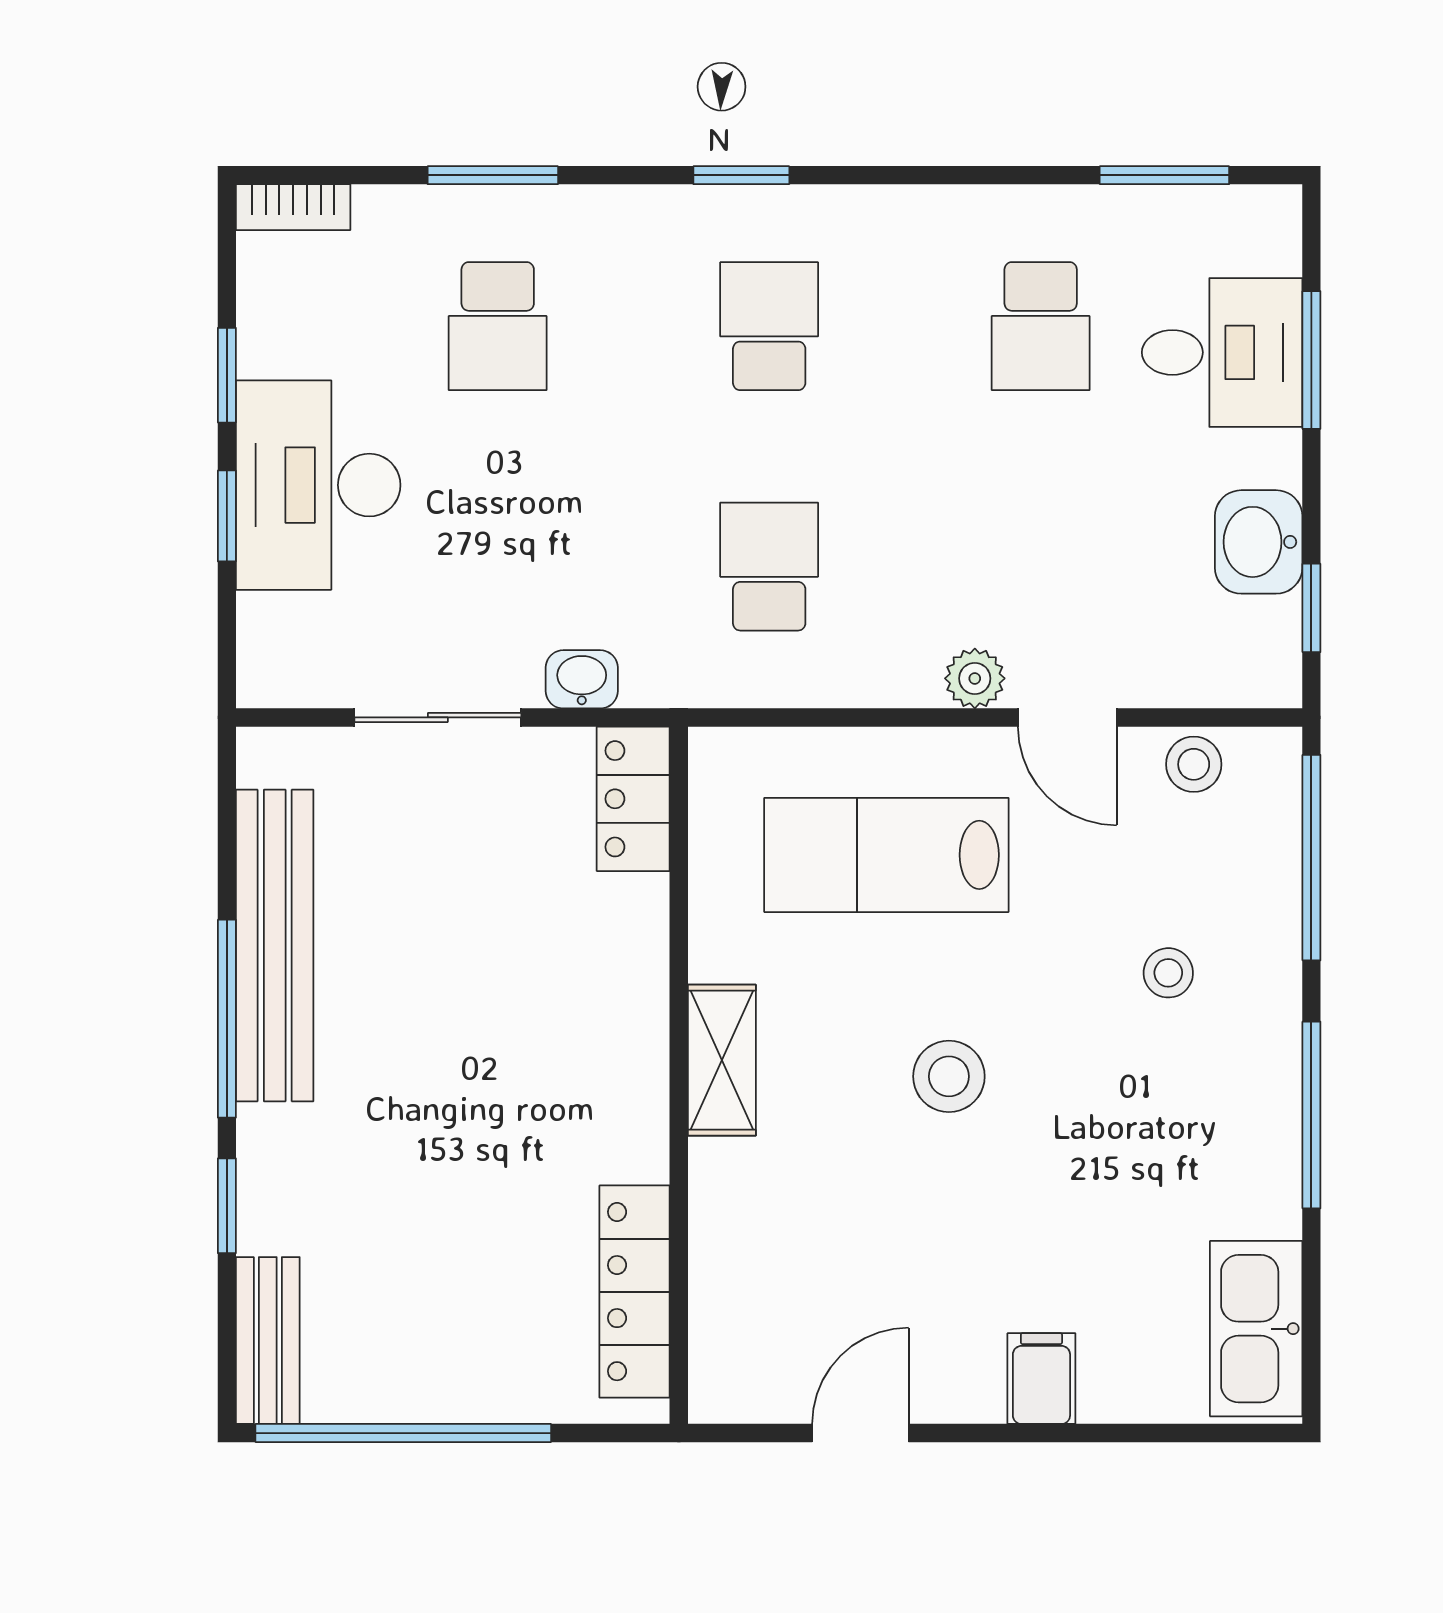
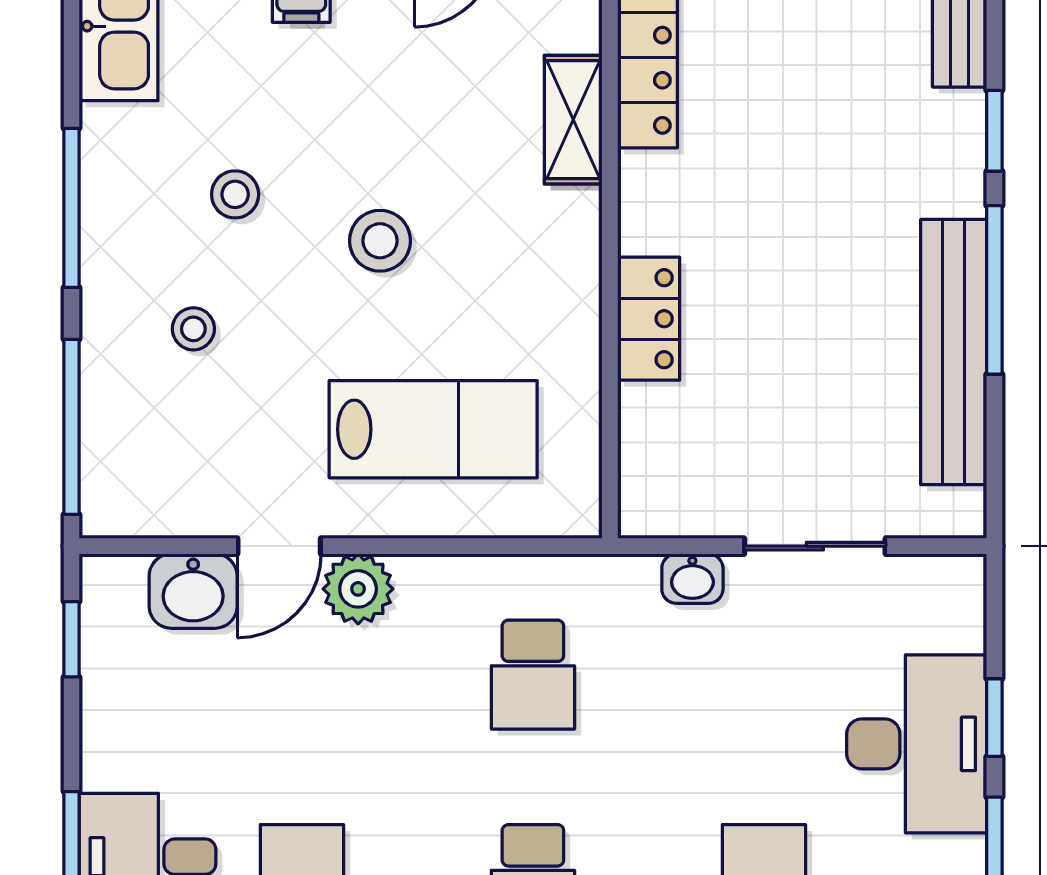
washbasin: (1259, 542) -> (193, 591), moved, turned 90
plant: (975, 678) -> (358, 589), width x1.38, depth x1.38
door: (1067, 717) -> (279, 546), swing flipped
stool: (1194, 764) -> (235, 194), moved
locker: (633, 799) -> (649, 319), moved
shelving: (722, 1060) -> (573, 120), moved

